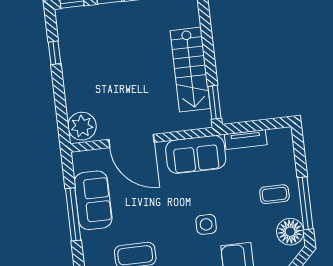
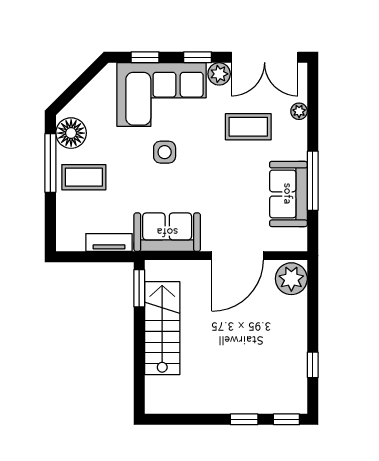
door: (131, 141) -> (238, 256), swing flipped
coffee table: (274, 194) -> (84, 177), width x1.36, depth x1.30

